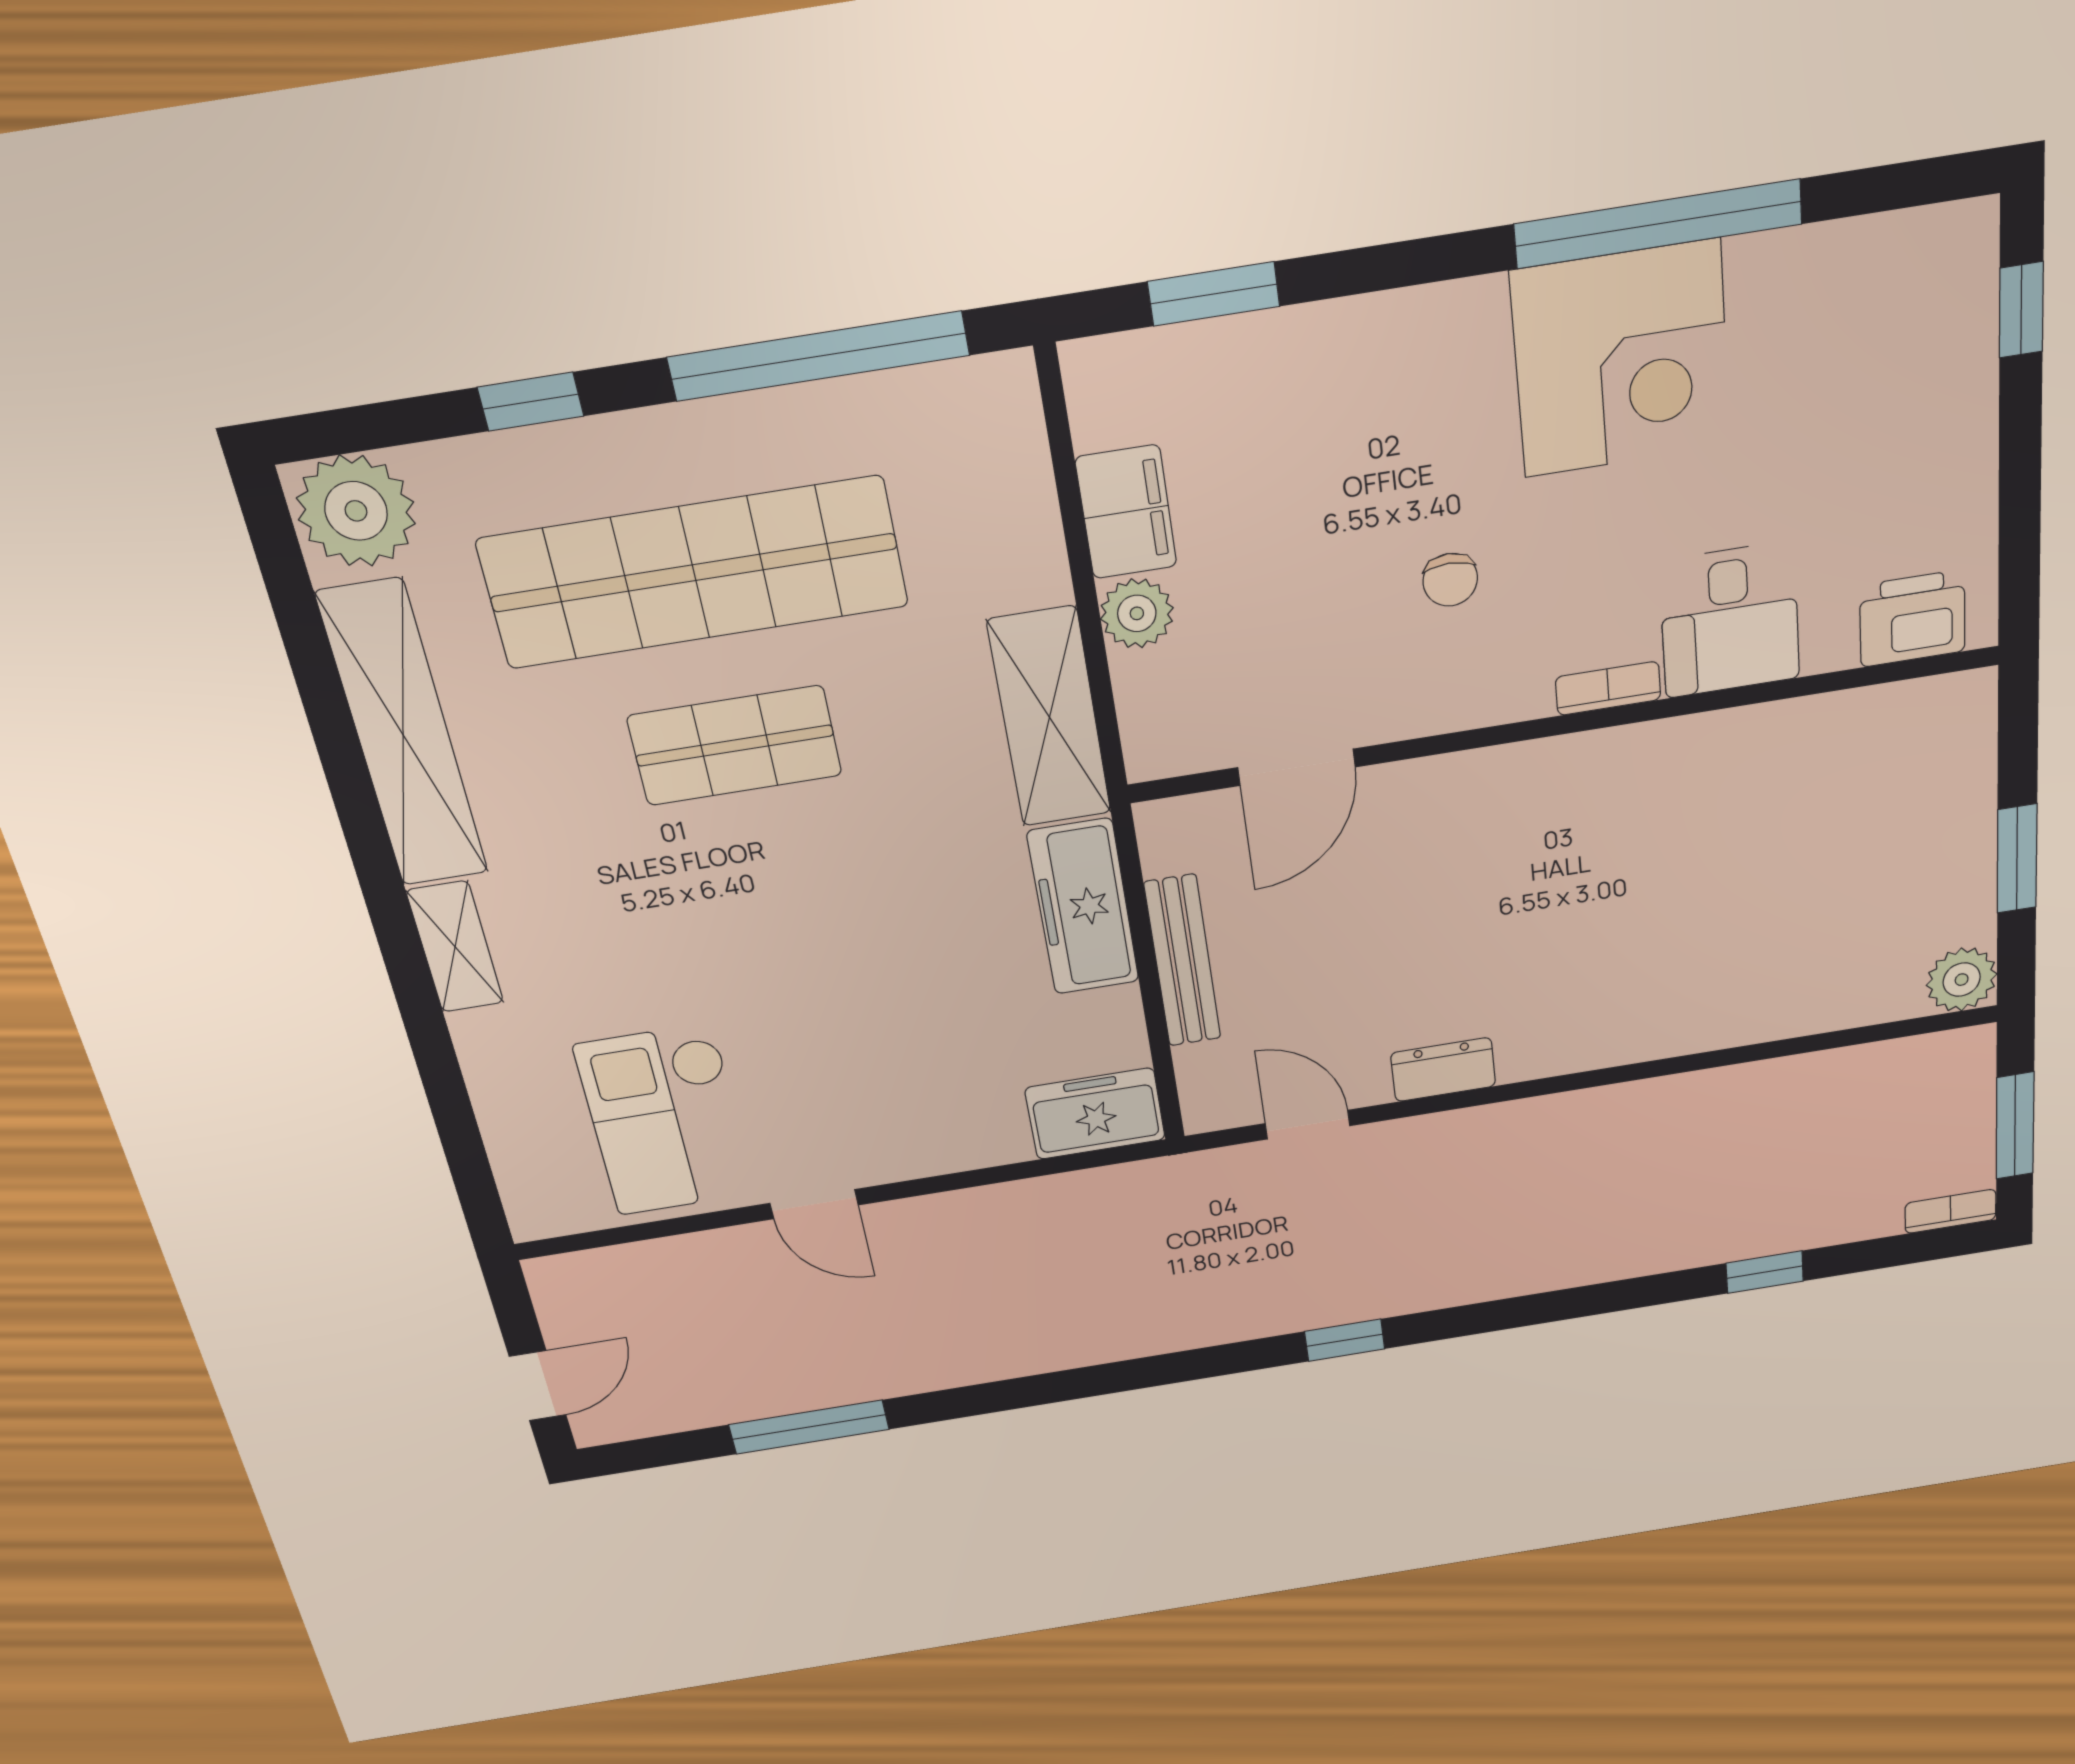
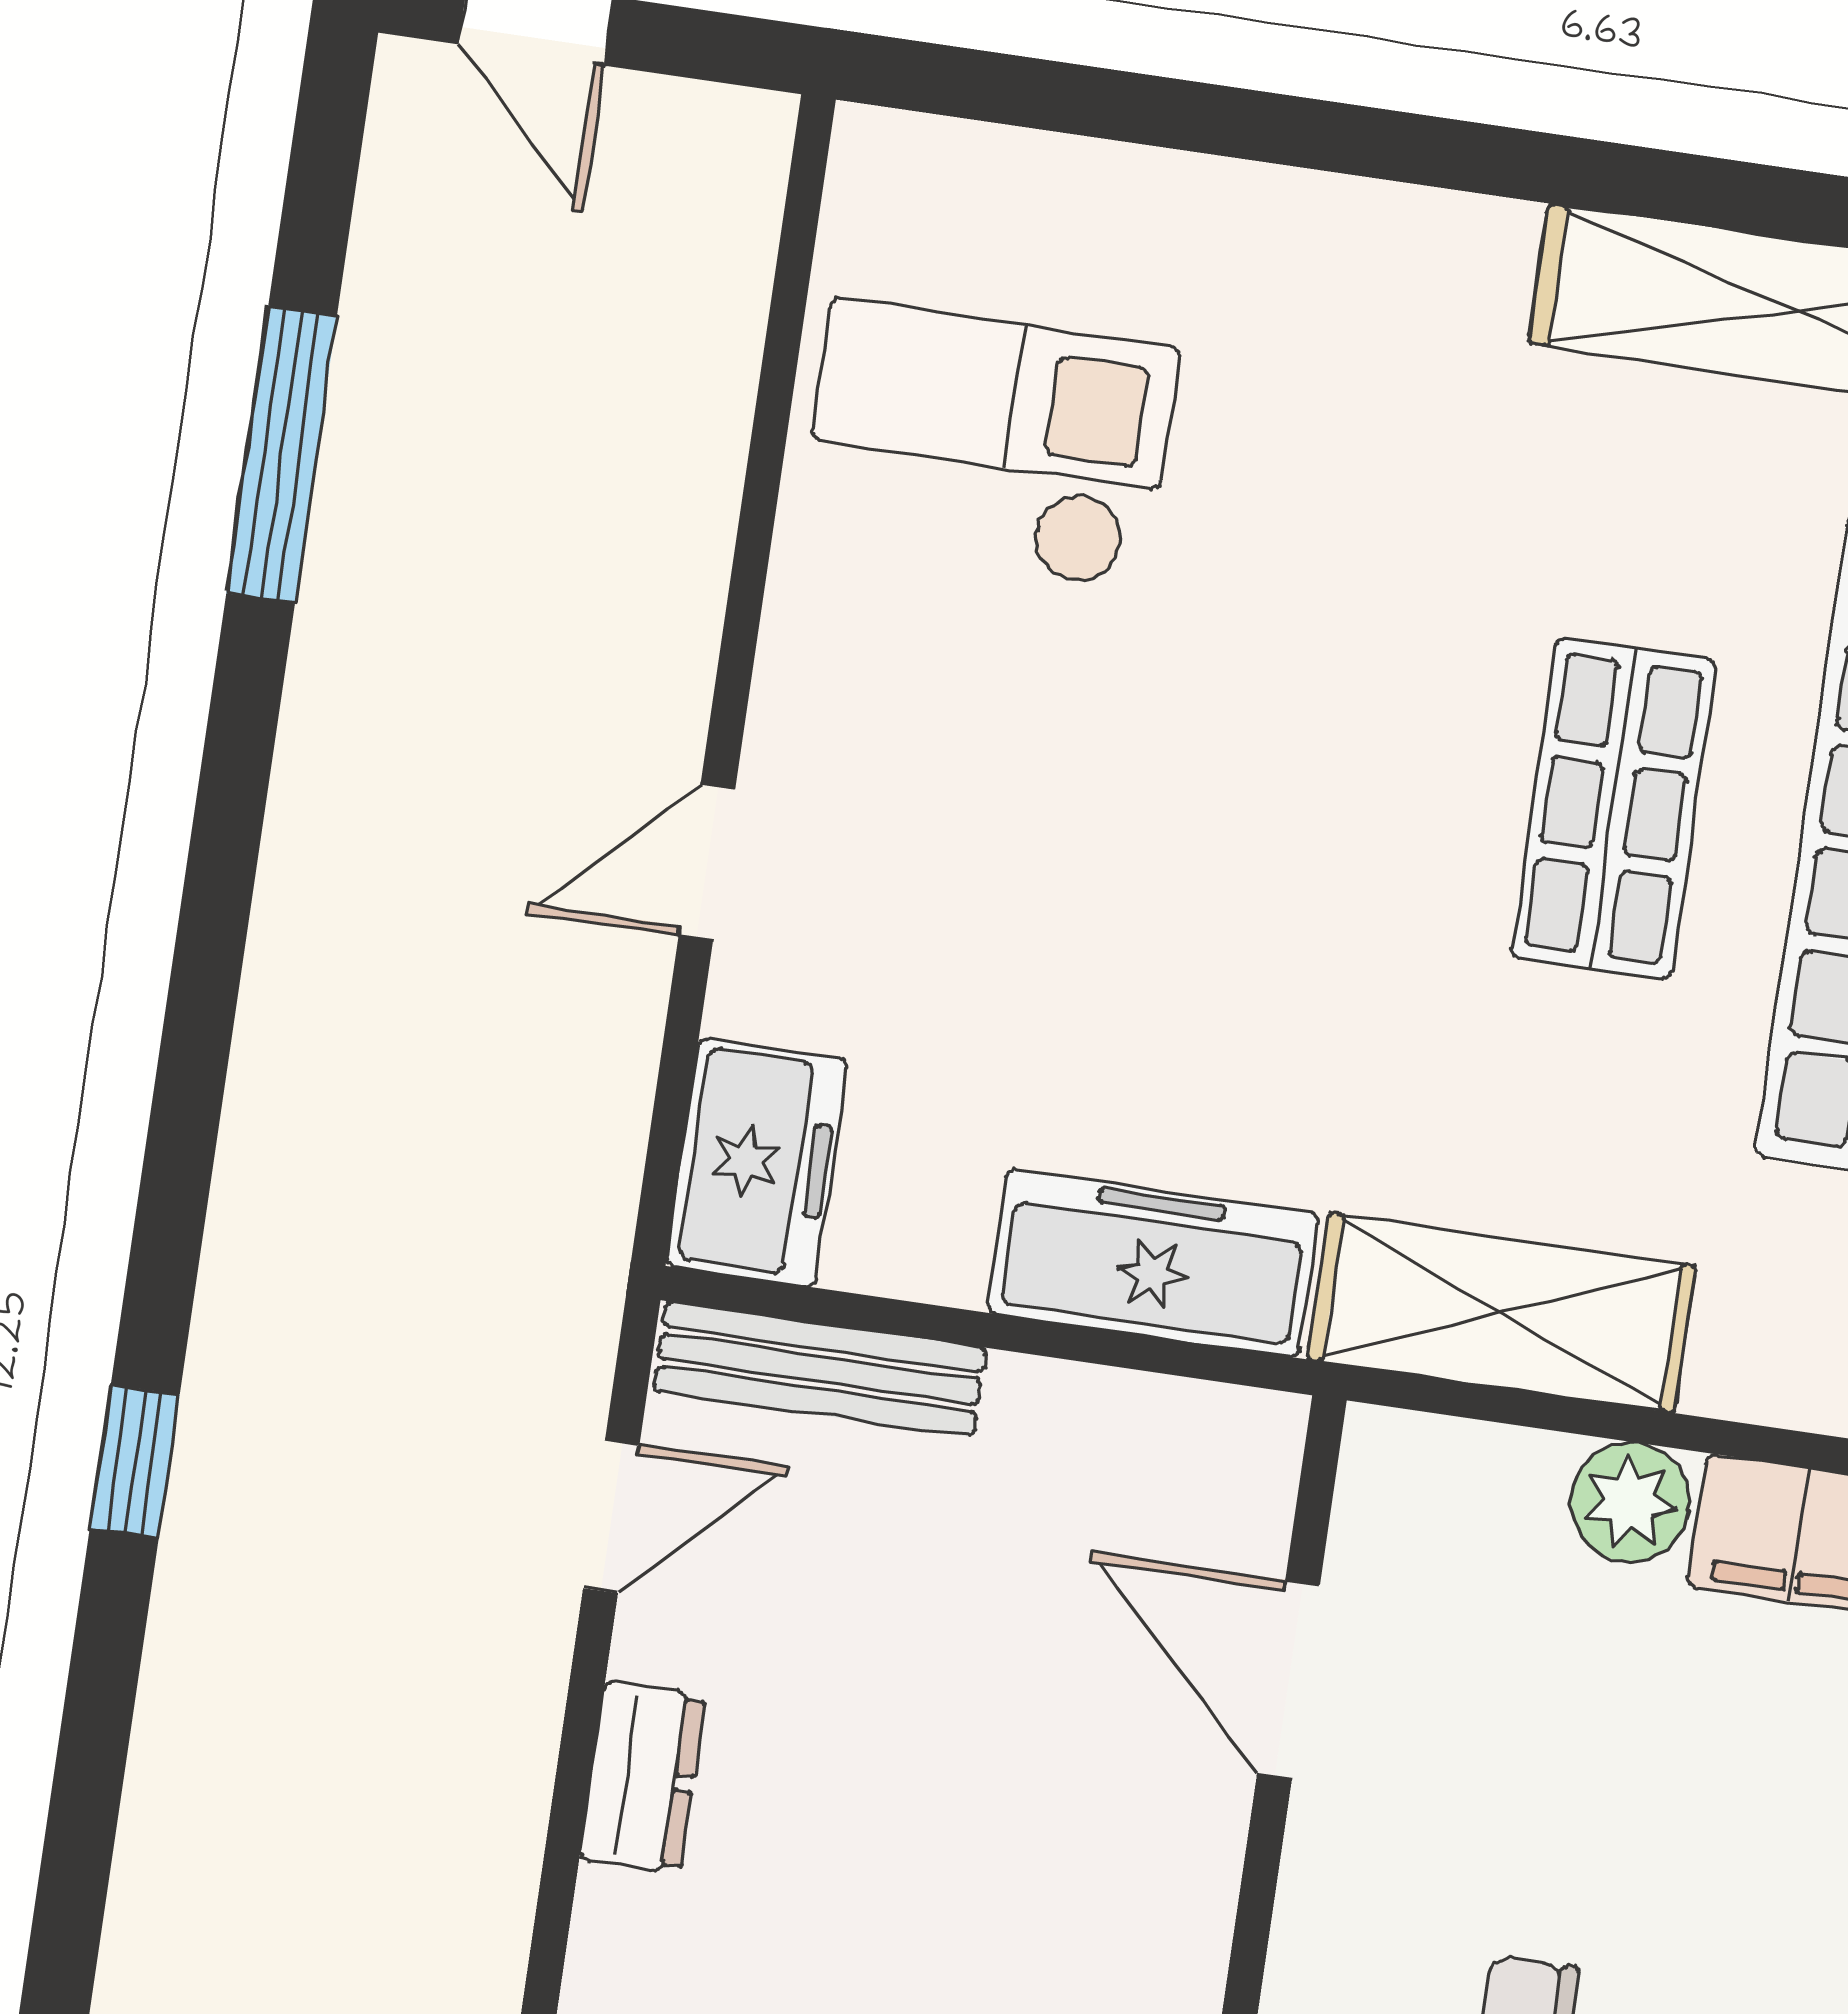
shelving: (455, 947) -> (1416, 237), removed
bench: (1183, 961) -> (820, 1369), moved
door: (814, 1204) -> (707, 863), moved

